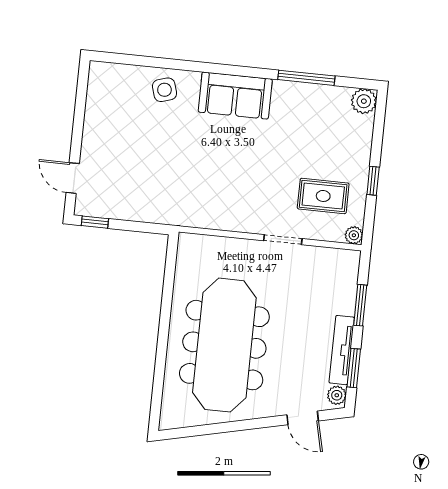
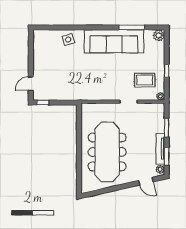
sofa: (235, 96) -> (114, 41), width x1.85, depth x1.27
door: (73, 178) -> (31, 84), hinge flipped

